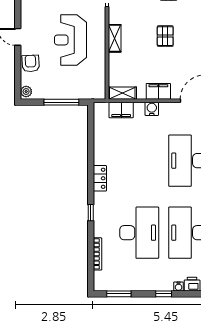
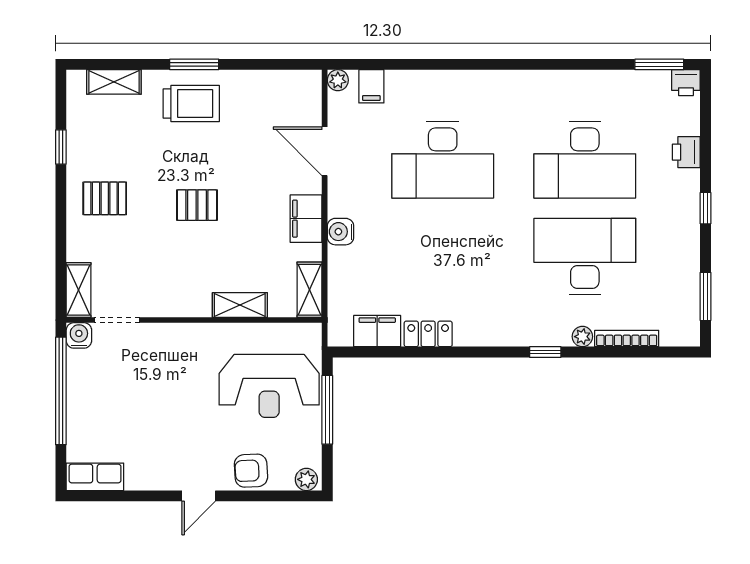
shelving: (115, 38) -> (240, 305), moved
reception desk: (70, 40) -> (269, 386), moved
filing cabinet: (121, 110) -> (377, 331), moved, turned -90
locker: (100, 178) -> (428, 334), moved
plant: (99, 231) -> (582, 337), added
water cooler: (179, 287) -> (691, 179), removed

